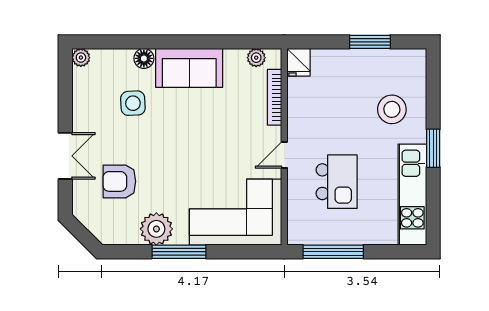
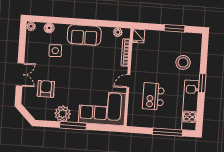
floor lamp: (144, 58) -> (49, 28), moved
armchair: (119, 181) -> (46, 89), turned 90
kitchen island: (337, 182) -> (153, 96), turned 180
window: (333, 252) -> (167, 132), moved

